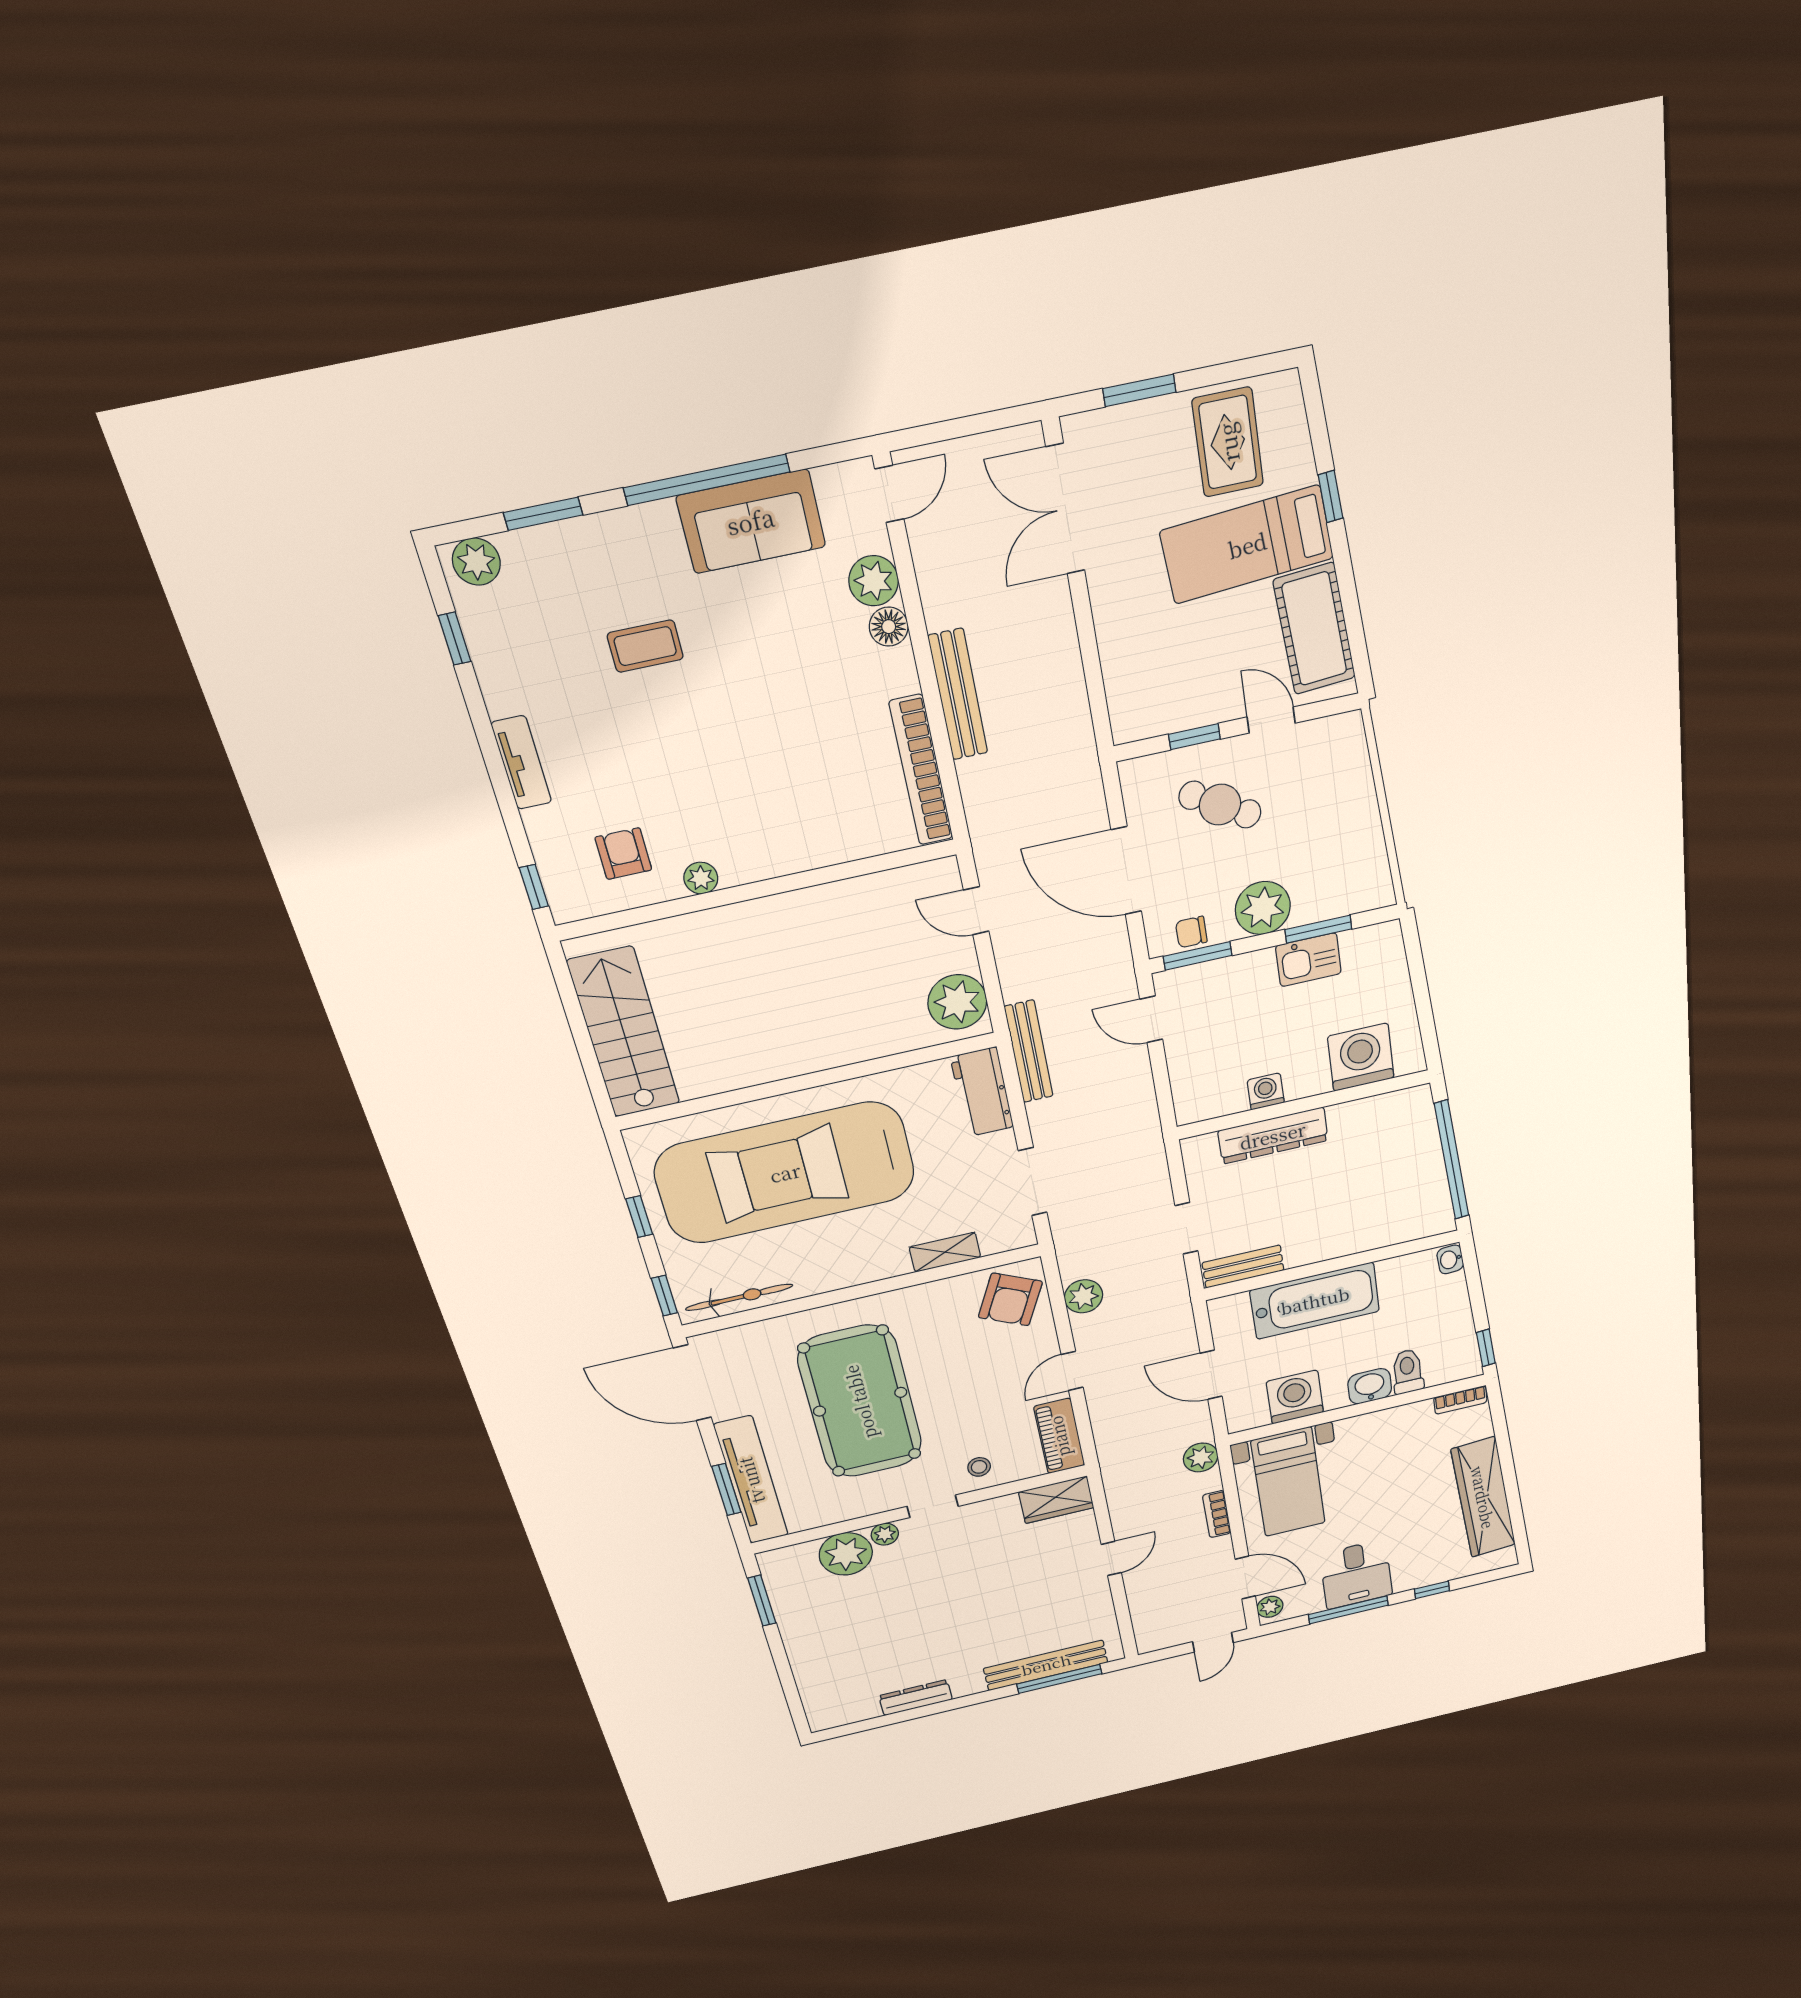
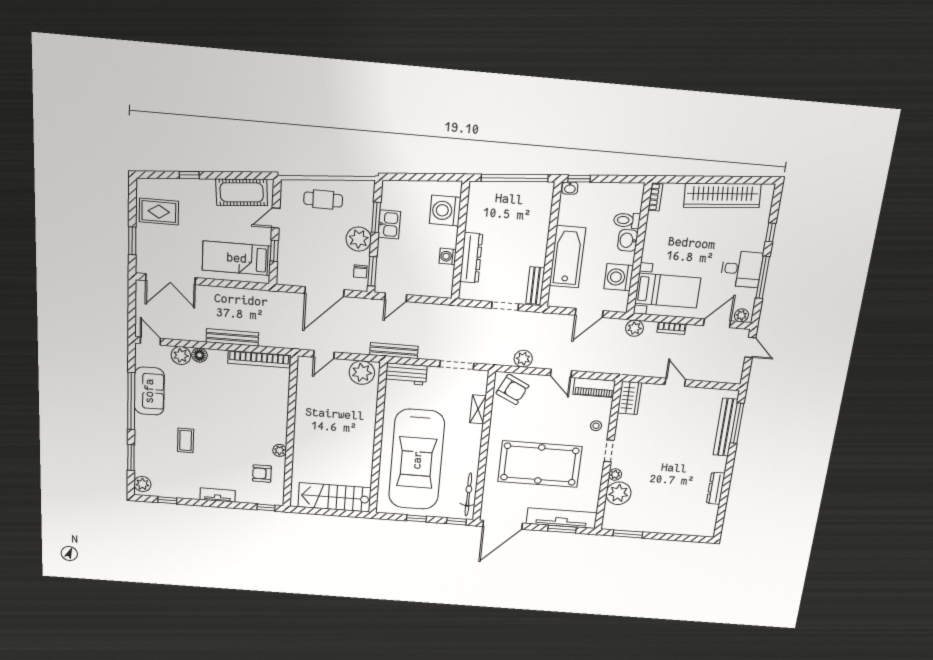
bed: (1247, 545) -> (237, 258), moved, turned 94
cafe table: (1220, 805) -> (323, 200), moved, turned 59
window: (1486, 1348) -> (579, 179), moved

